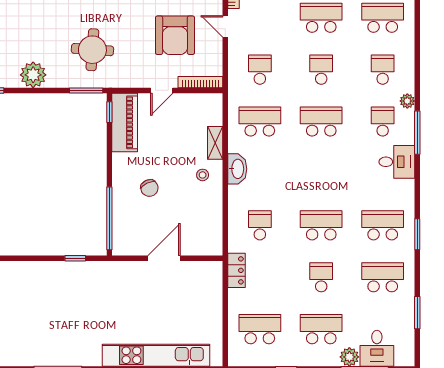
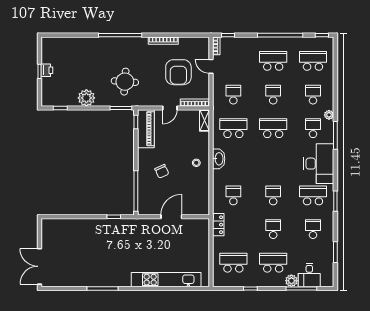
shelving: (215, 143) -> (204, 120), moved
desk: (397, 162) -> (319, 164), width x1.87, depth x1.30
school desk: (321, 225) -> (273, 195), width x0.54
school desk: (383, 277) -> (313, 229), width x0.54

